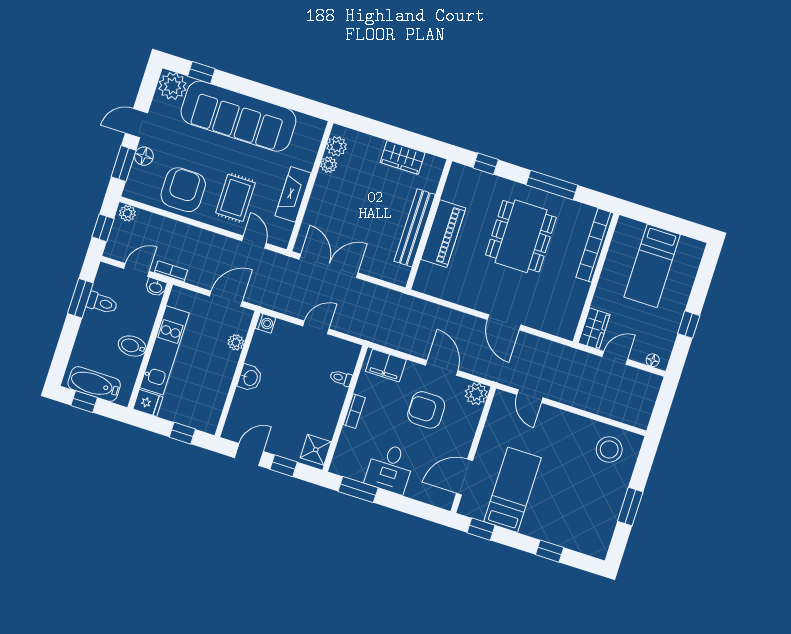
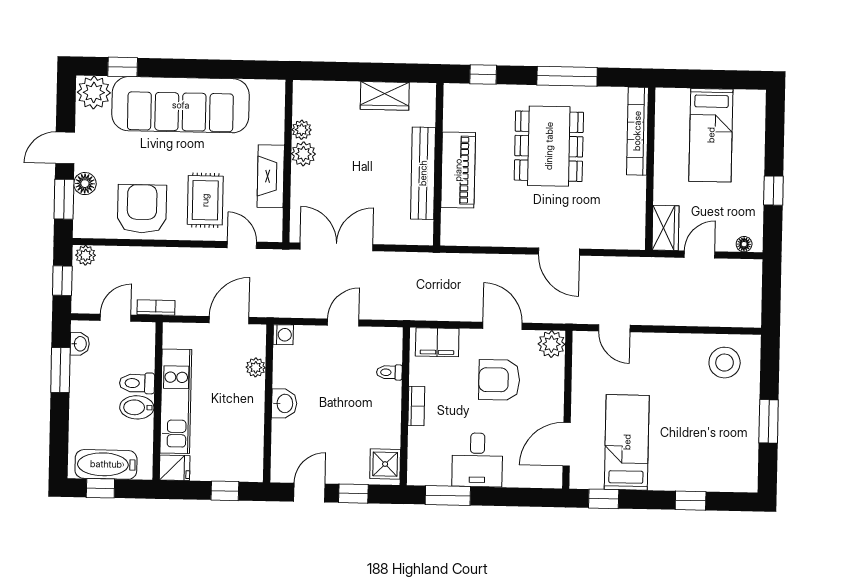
plant: (337, 146) -> (303, 154), moved
washbasin: (156, 287) -> (80, 344), moved, turned -90
toilet: (102, 303) -> (137, 383), moved, turned 180

